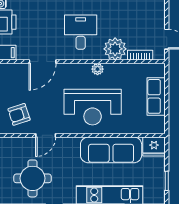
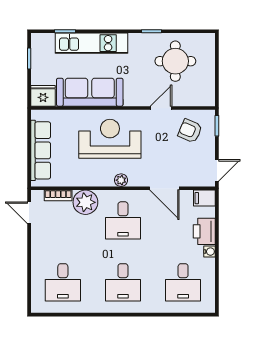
door: (43, 62) -> (164, 188), swing flipped
plant: (98, 69) -> (121, 180), moved
row of seats: (156, 96) -> (41, 150), width x1.48
armchair: (19, 114) -> (190, 131), turned -139

